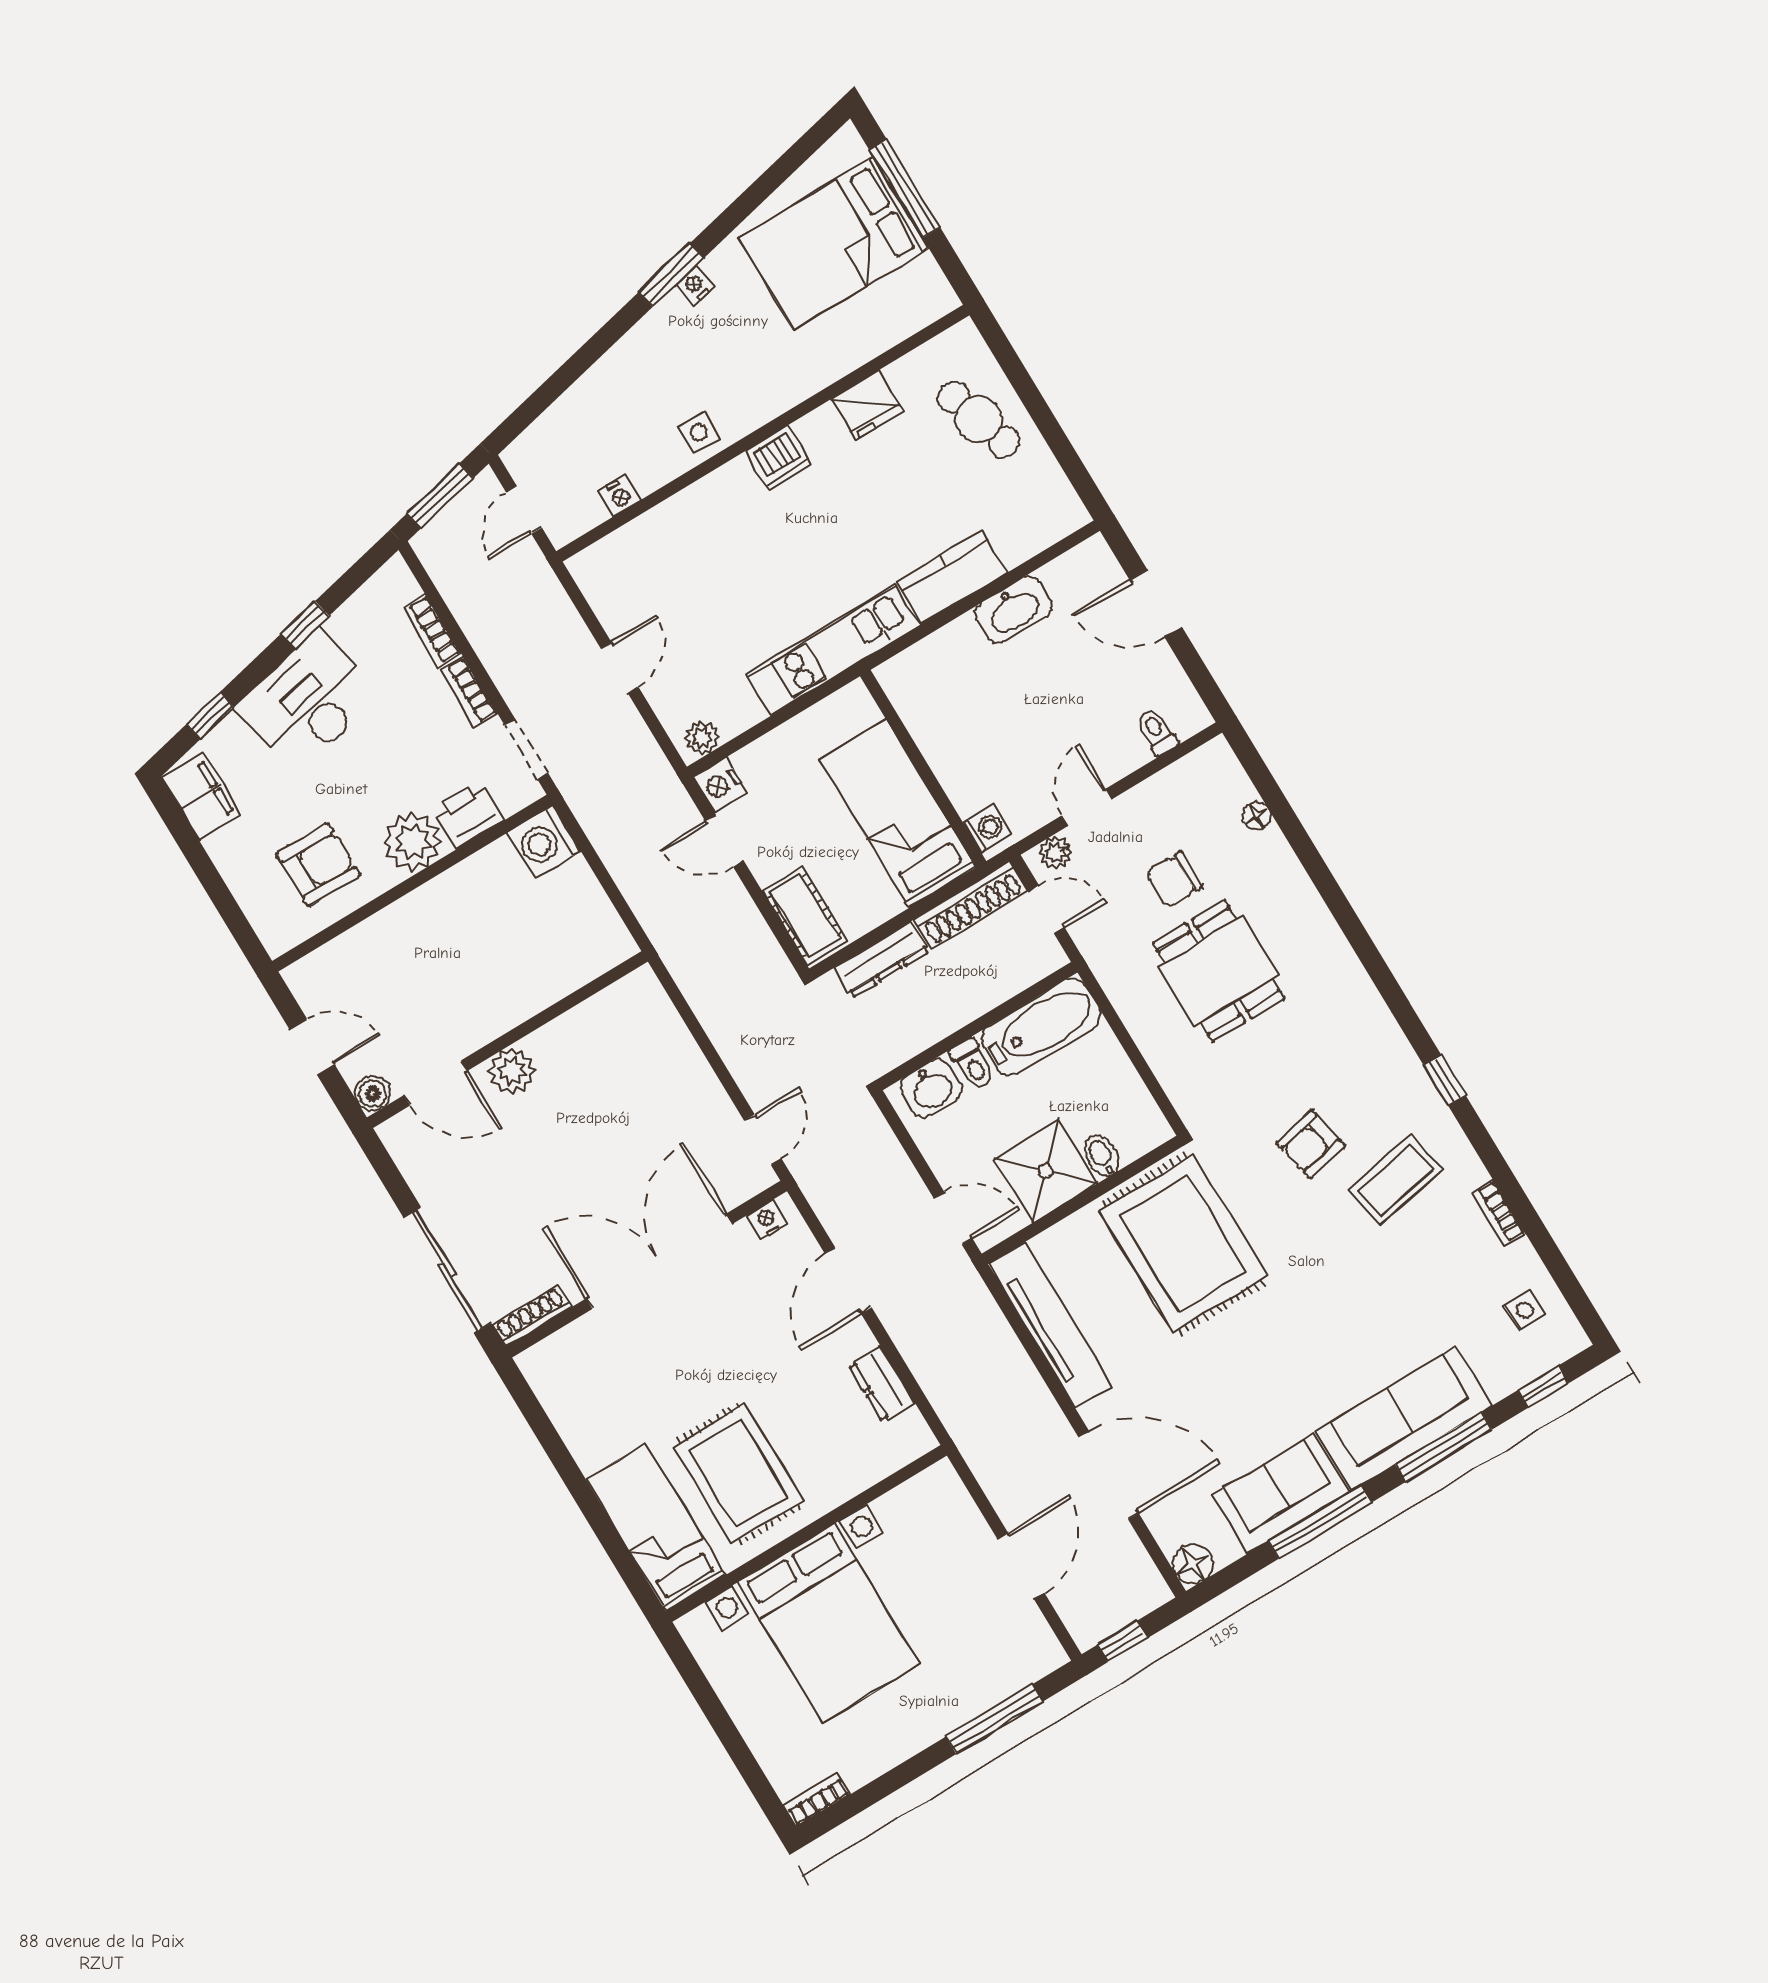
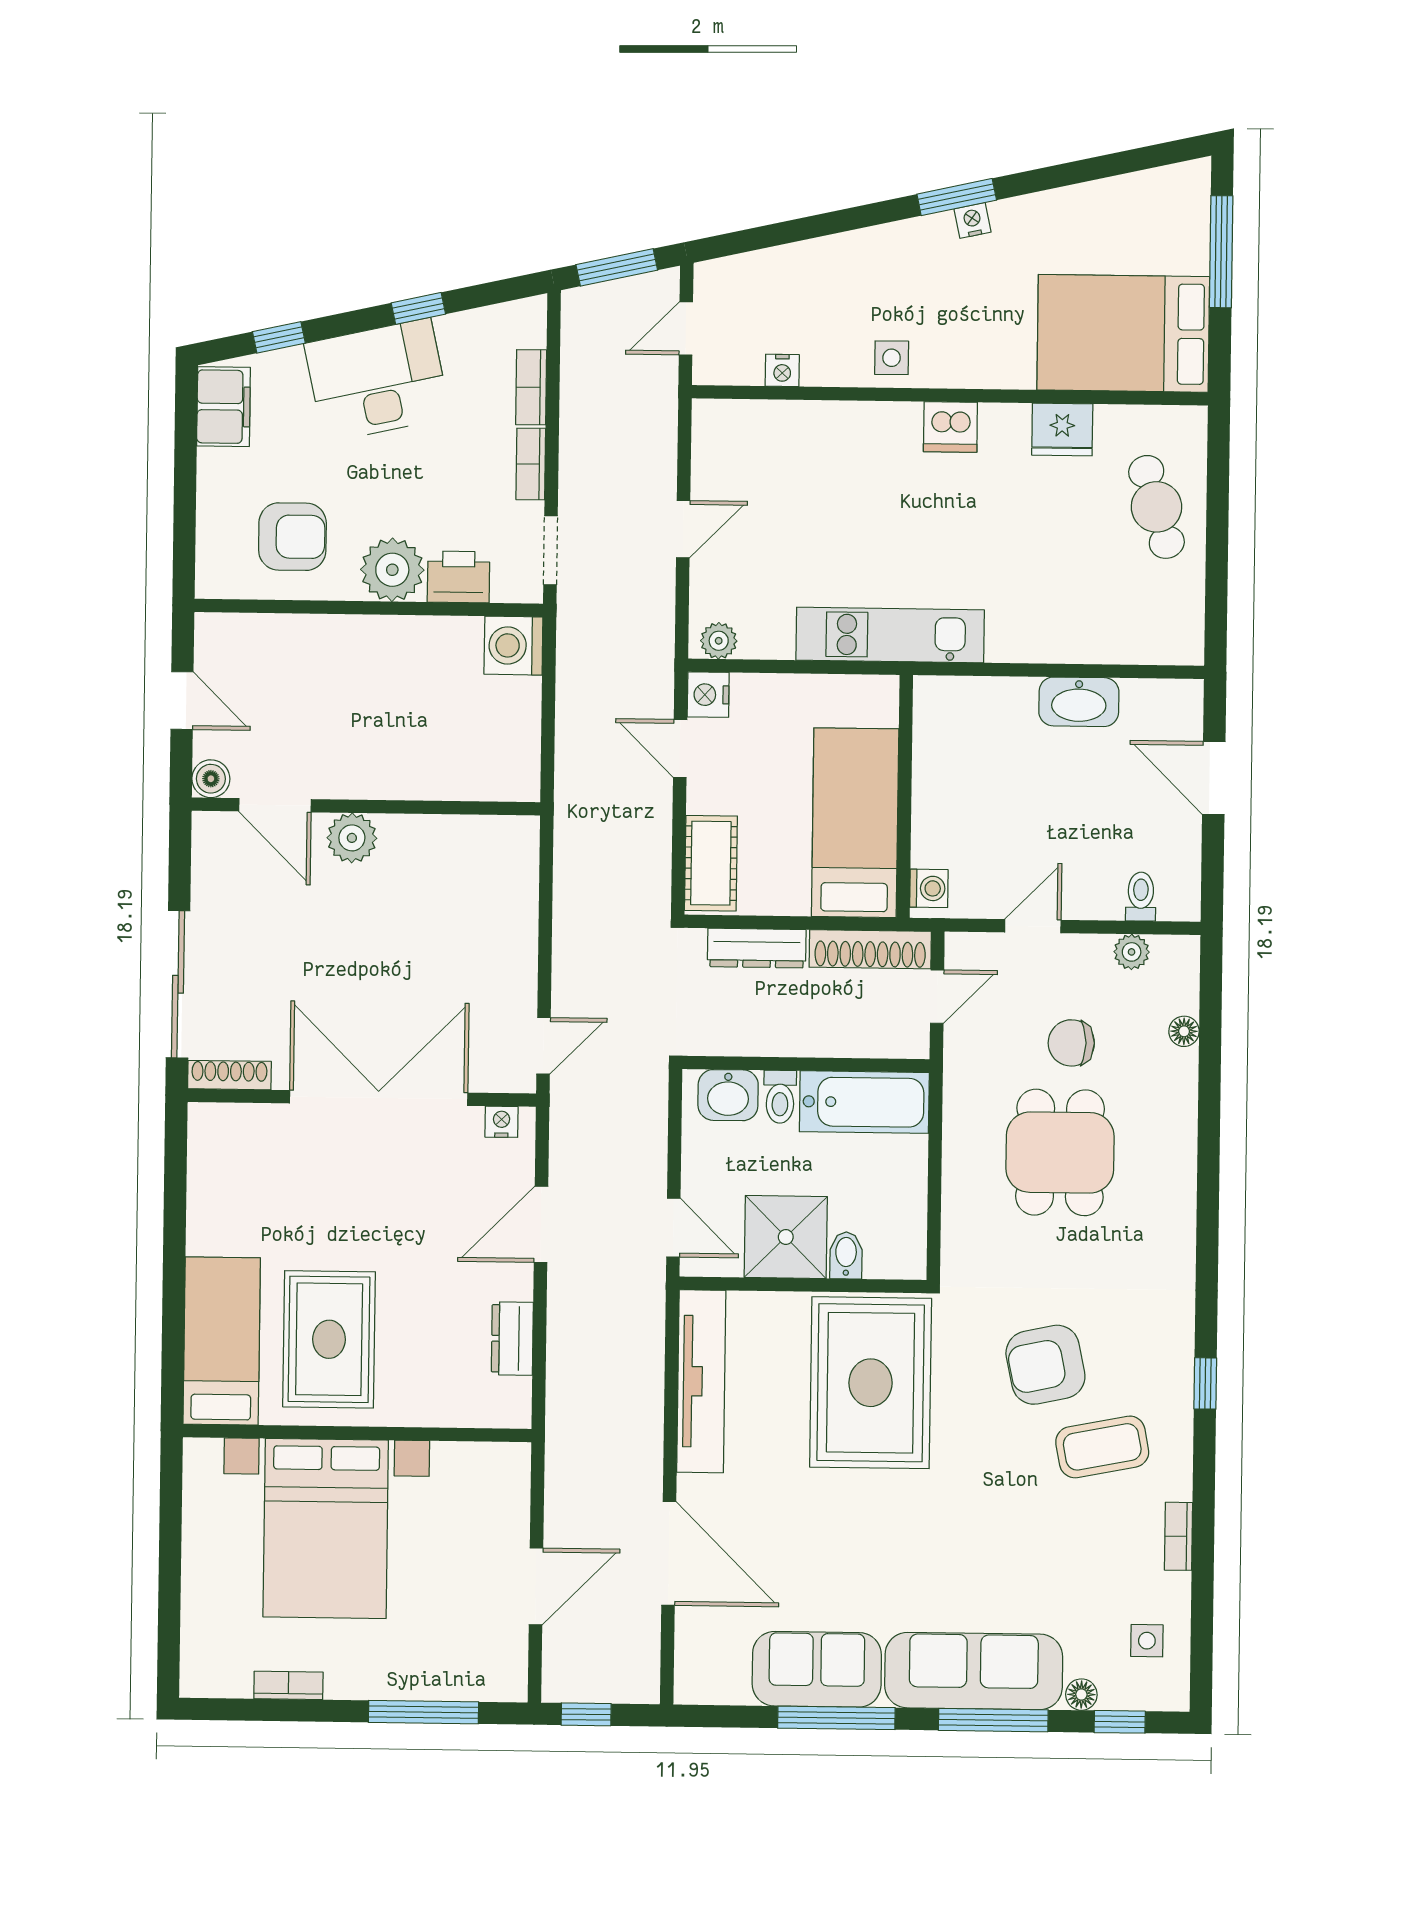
bed: (834, 243) -> (1123, 333), moved
kitchen counter: (952, 577) -> (1041, 637), removed
plant: (1055, 853) -> (1132, 952), moved
door: (1046, 909) -> (937, 997), hinge flipped
armchair: (1311, 1144) -> (1045, 1365), width x1.38, depth x1.38
floor lamp: (1193, 1564) -> (1081, 1695), moved, width x0.73, depth x0.73
bookcase: (817, 1800) -> (288, 1685), moved

